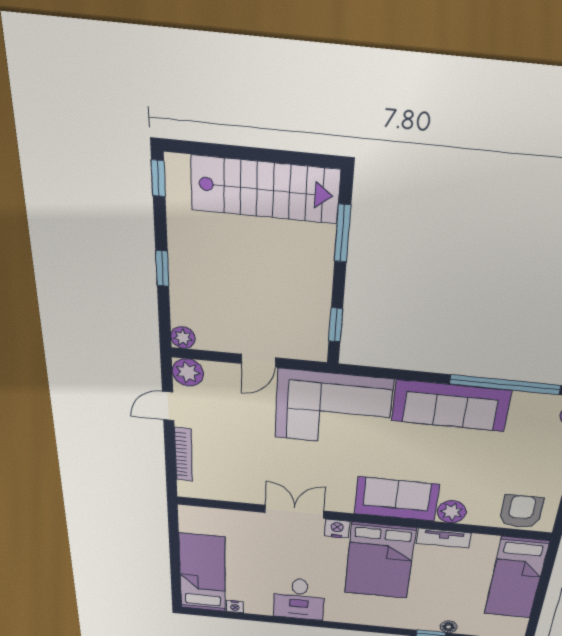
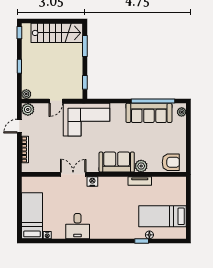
sofa: (451, 406) -> (149, 113), moved
armchair: (521, 512) -> (171, 162), turned 90
bed: (380, 561) -> (113, 198), removed
bed: (516, 578) -> (162, 216), moved, turned 90

